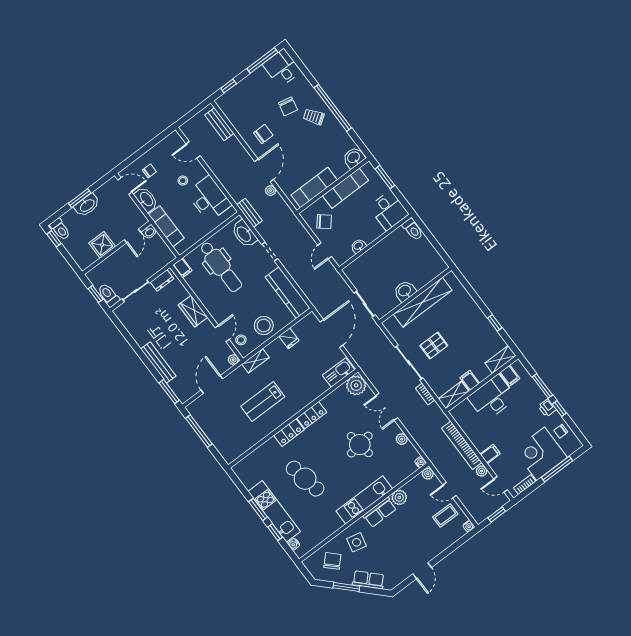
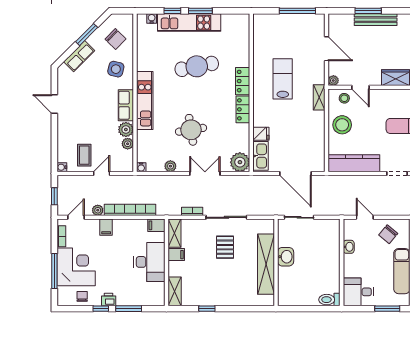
fridge: (289, 338) -> (261, 134), moved, turned 180
filing cabinet: (510, 376) -> (156, 225), moved
window: (169, 392) -> (368, 11), moved
plant: (428, 474) -> (128, 144), moved

